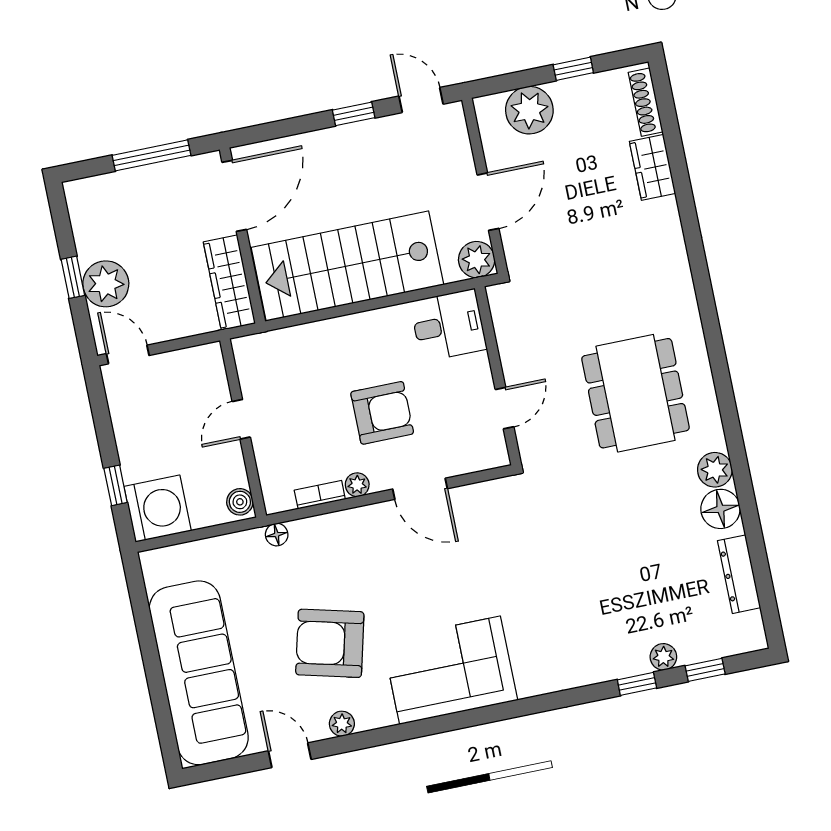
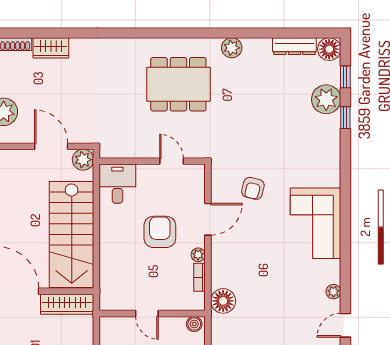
floor lamp: (720, 509) -> (329, 49), moved
floor lamp: (277, 535) -> (223, 301), width x1.89, depth x1.89
armchair: (330, 643) -> (253, 188), moved, width x0.53, depth x0.53
plant: (663, 657) -> (326, 99), width x1.87, depth x1.87

